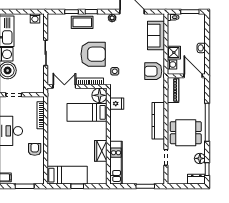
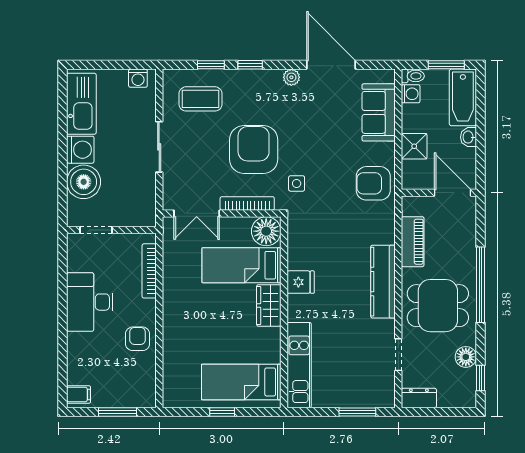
coffee table: (82, 22) -> (201, 99), moved
bathtub: (198, 28) -> (463, 97), added
armchair: (93, 54) -> (254, 150), turned -90
washing machine: (172, 64) -> (411, 94), moved
double door: (64, 86) -> (197, 213), swing flipped
piano: (173, 90) -> (413, 242), moved
fridge: (117, 104) -> (301, 282), moved
wardrobe: (101, 151) -> (269, 305), moved
bed: (67, 175) -> (241, 382), moved, turned 180
dresser: (196, 179) -> (419, 398), moved

